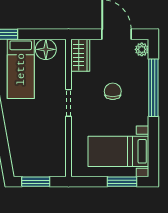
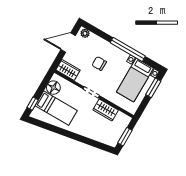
window: (153, 88) -> (128, 49), moved
wardrobe: (56, 136) -> (106, 110), added

